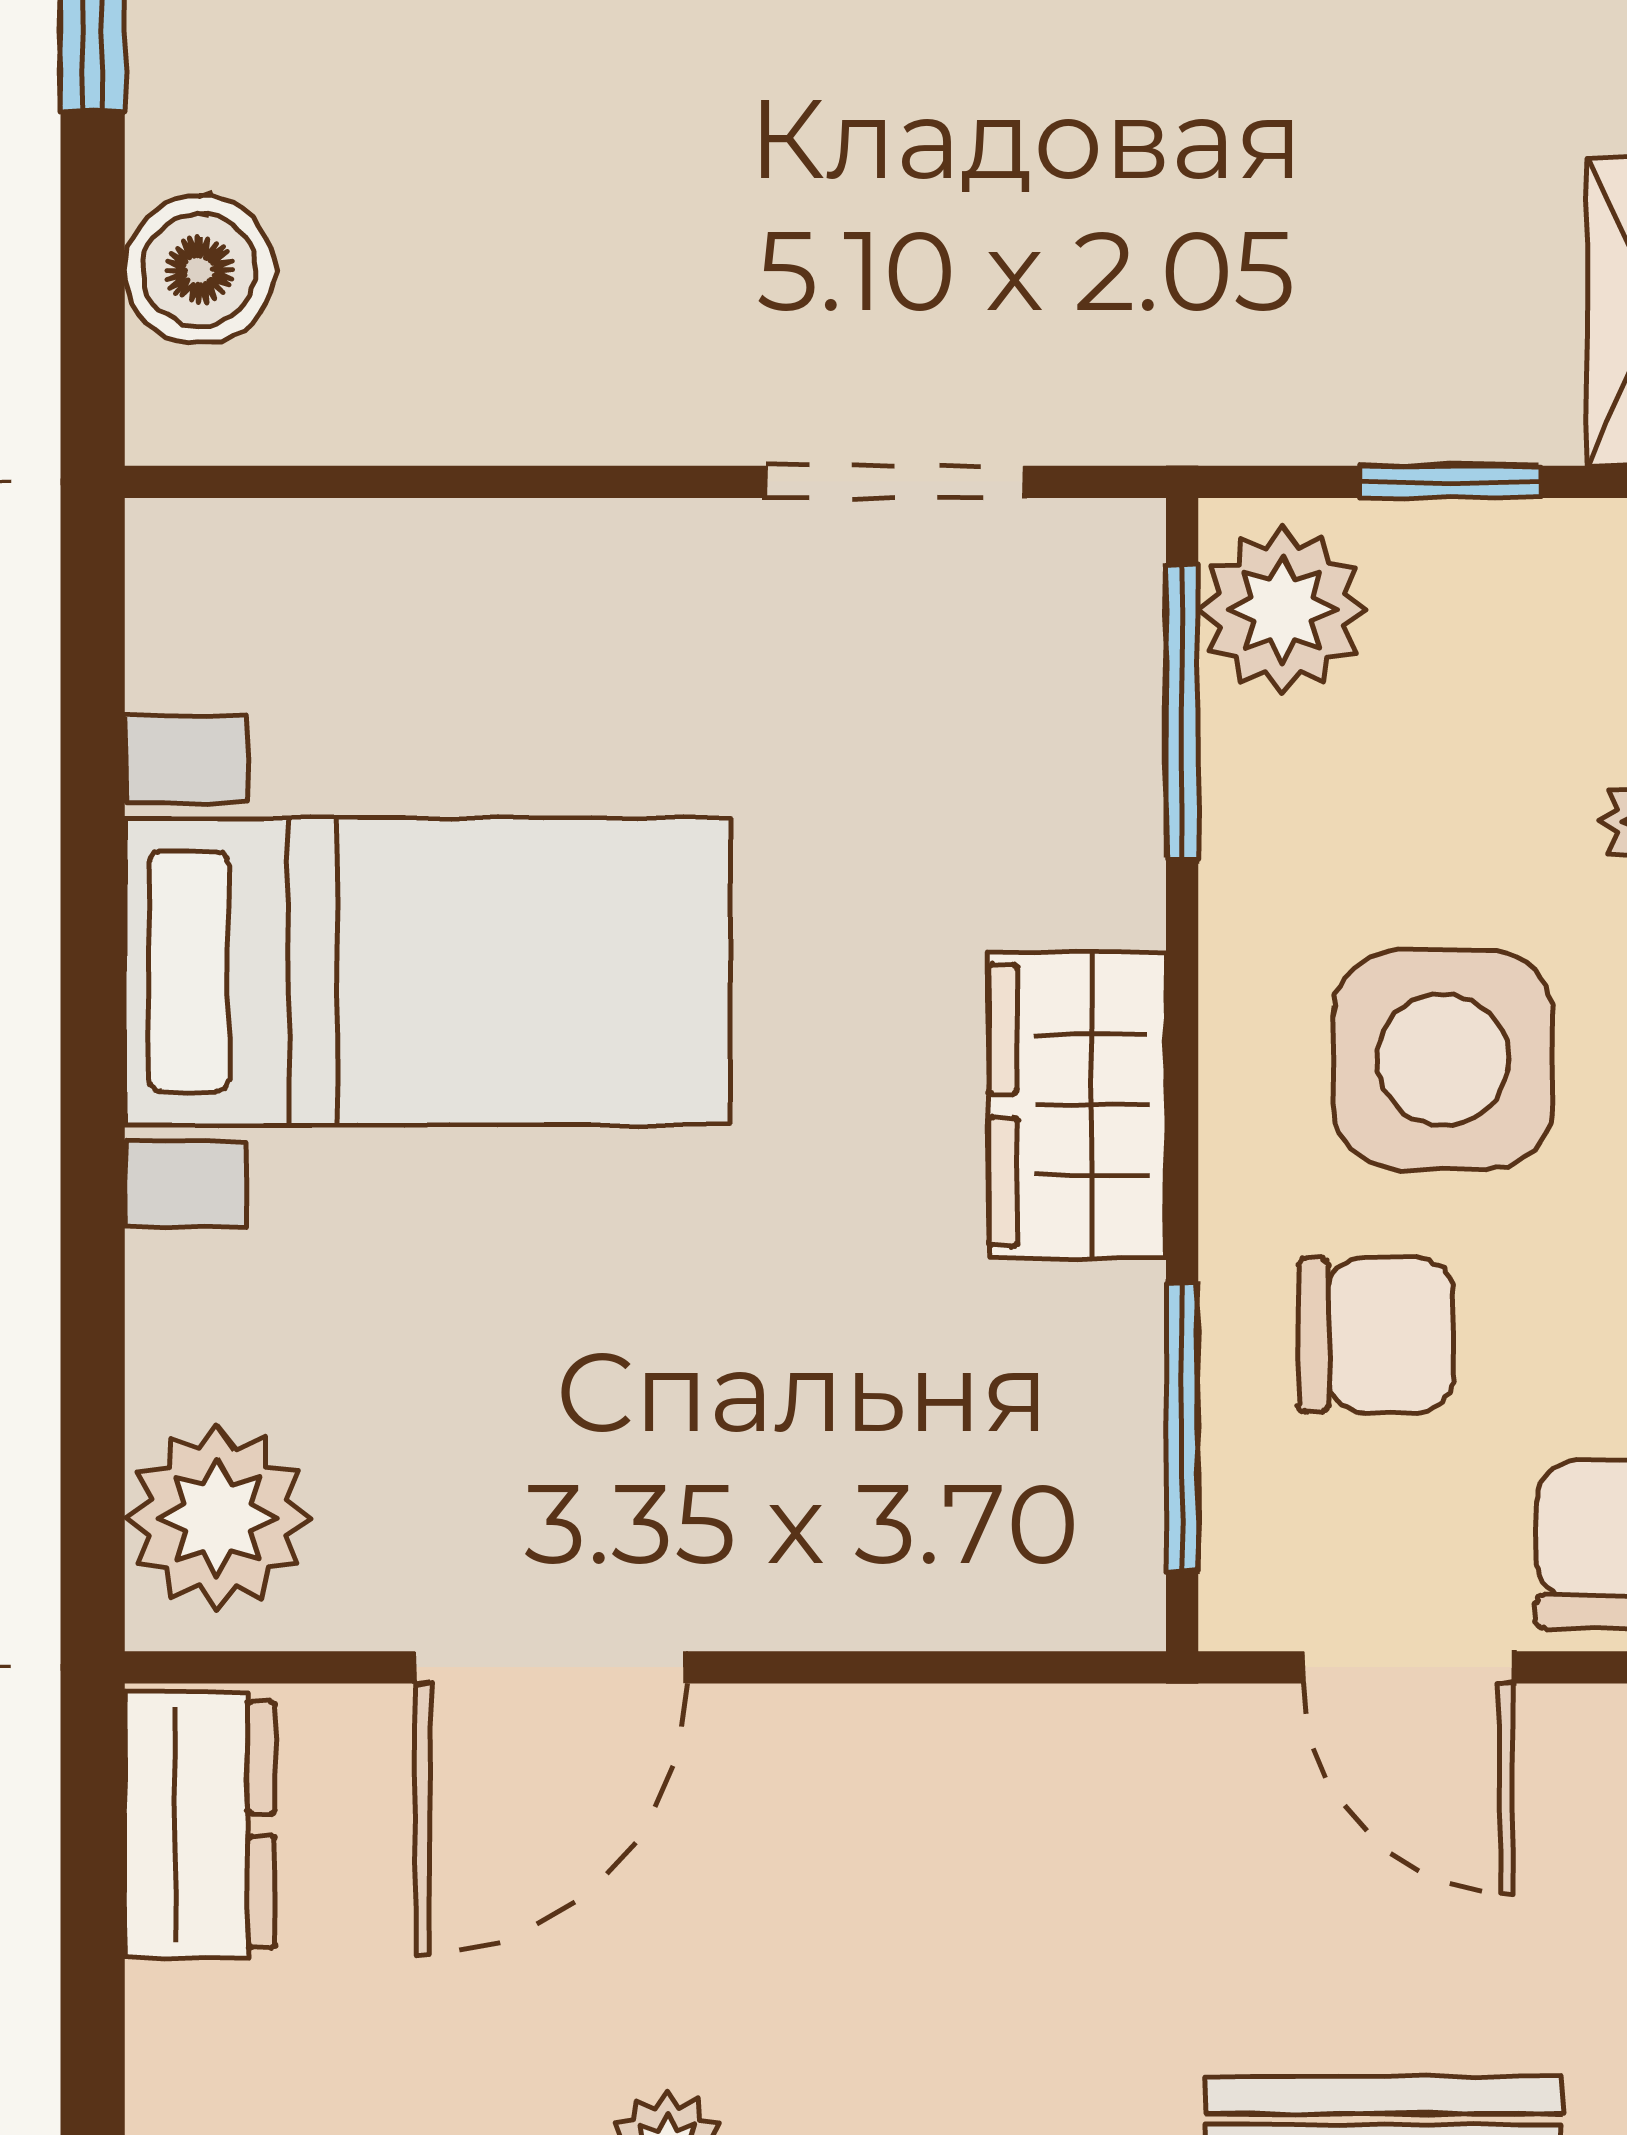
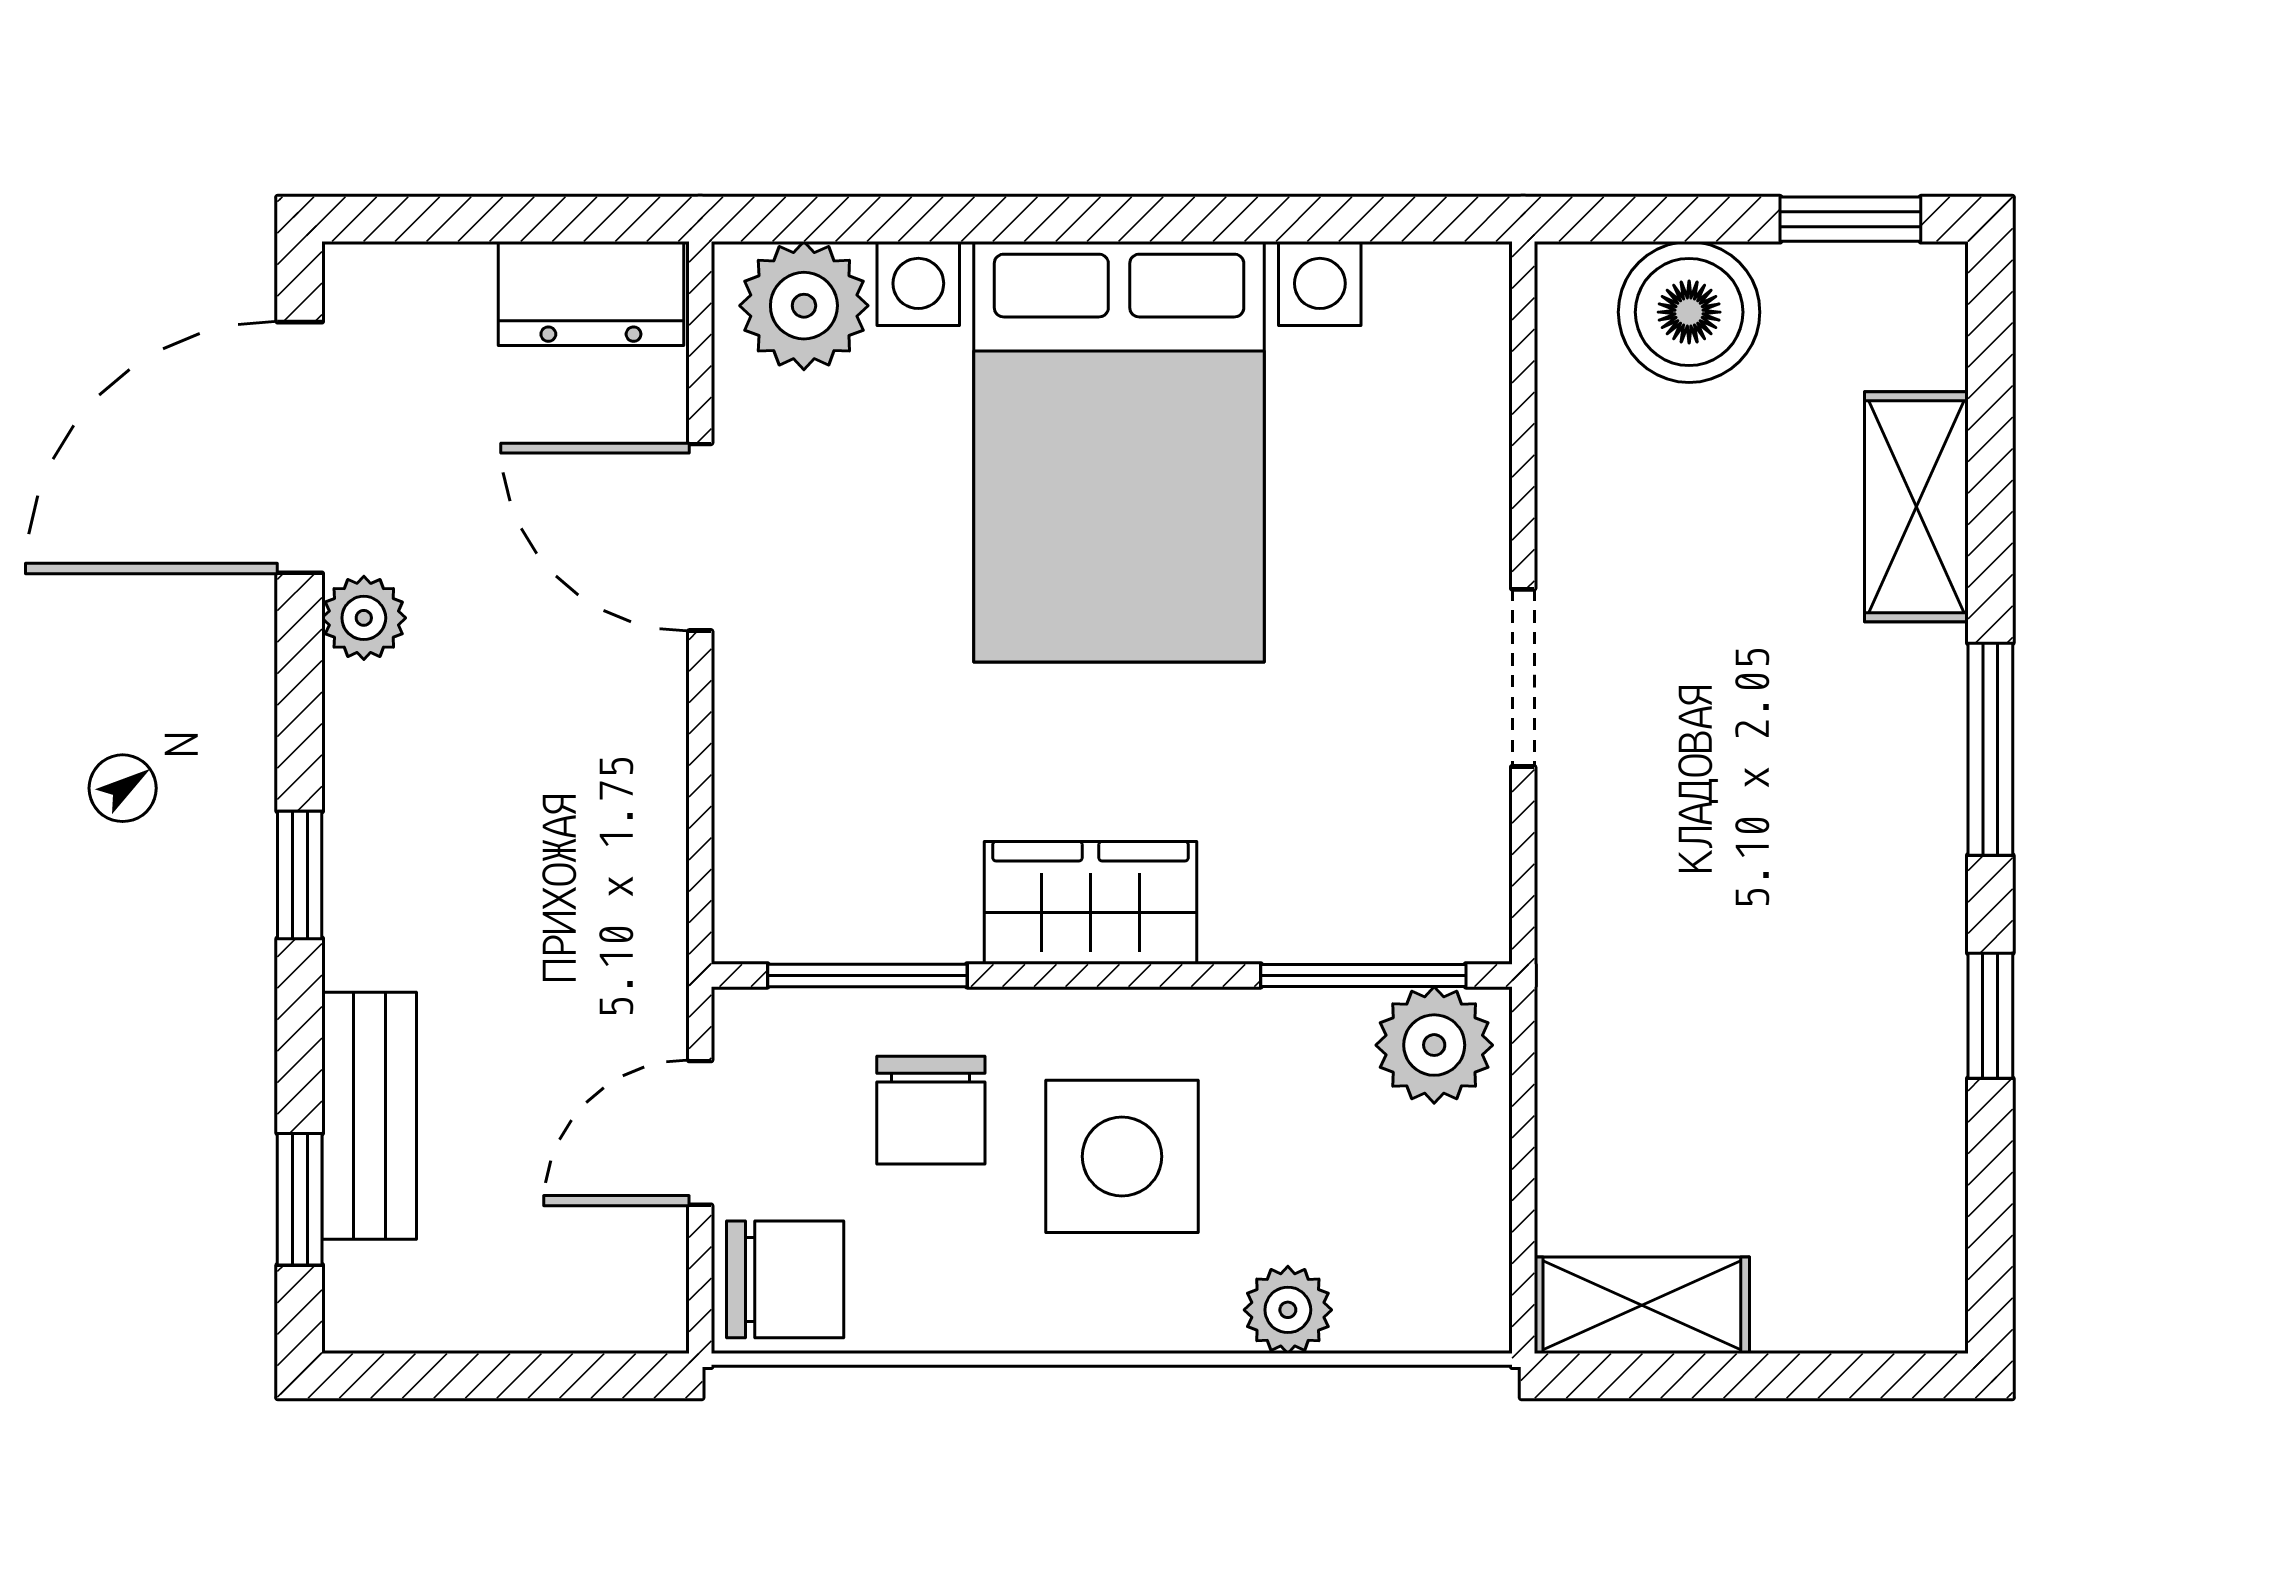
boiler: (199, 270) -> (1689, 312), width x1.36, depth x1.36
doorway: (895, 482) -> (1523, 678), moved
window: (1450, 482) -> (1523, 1162), removed
bed with nightstands: (428, 972) -> (1119, 452), width x1.36

